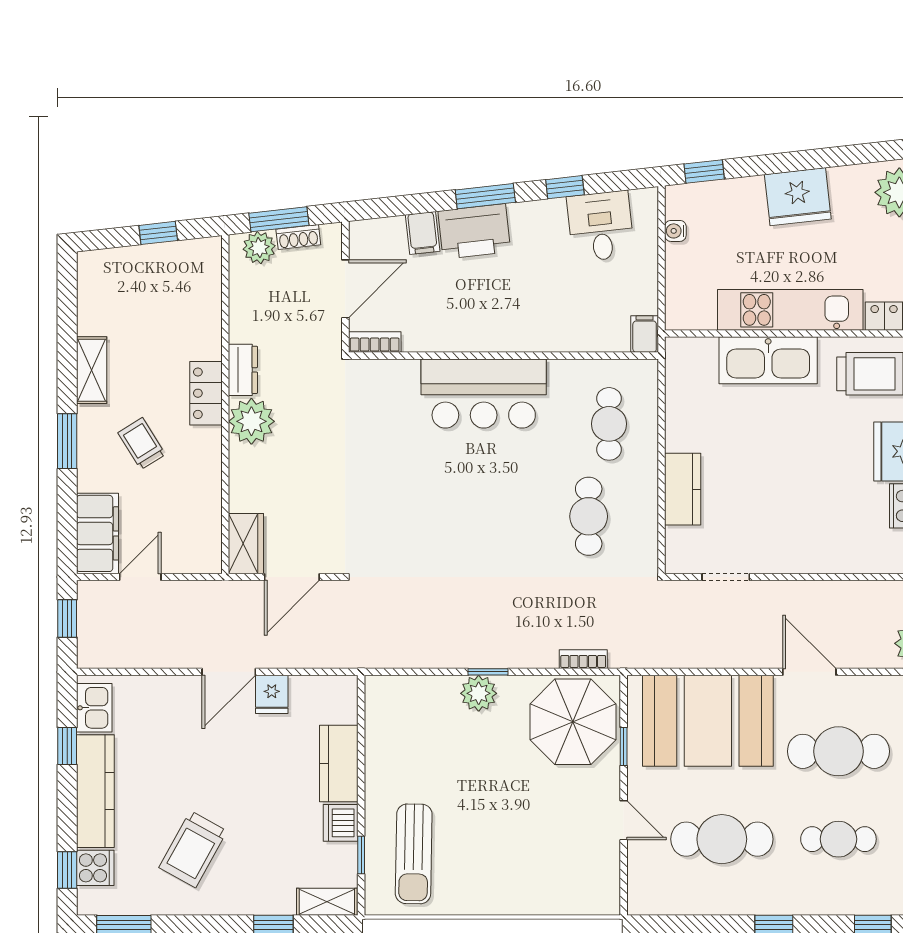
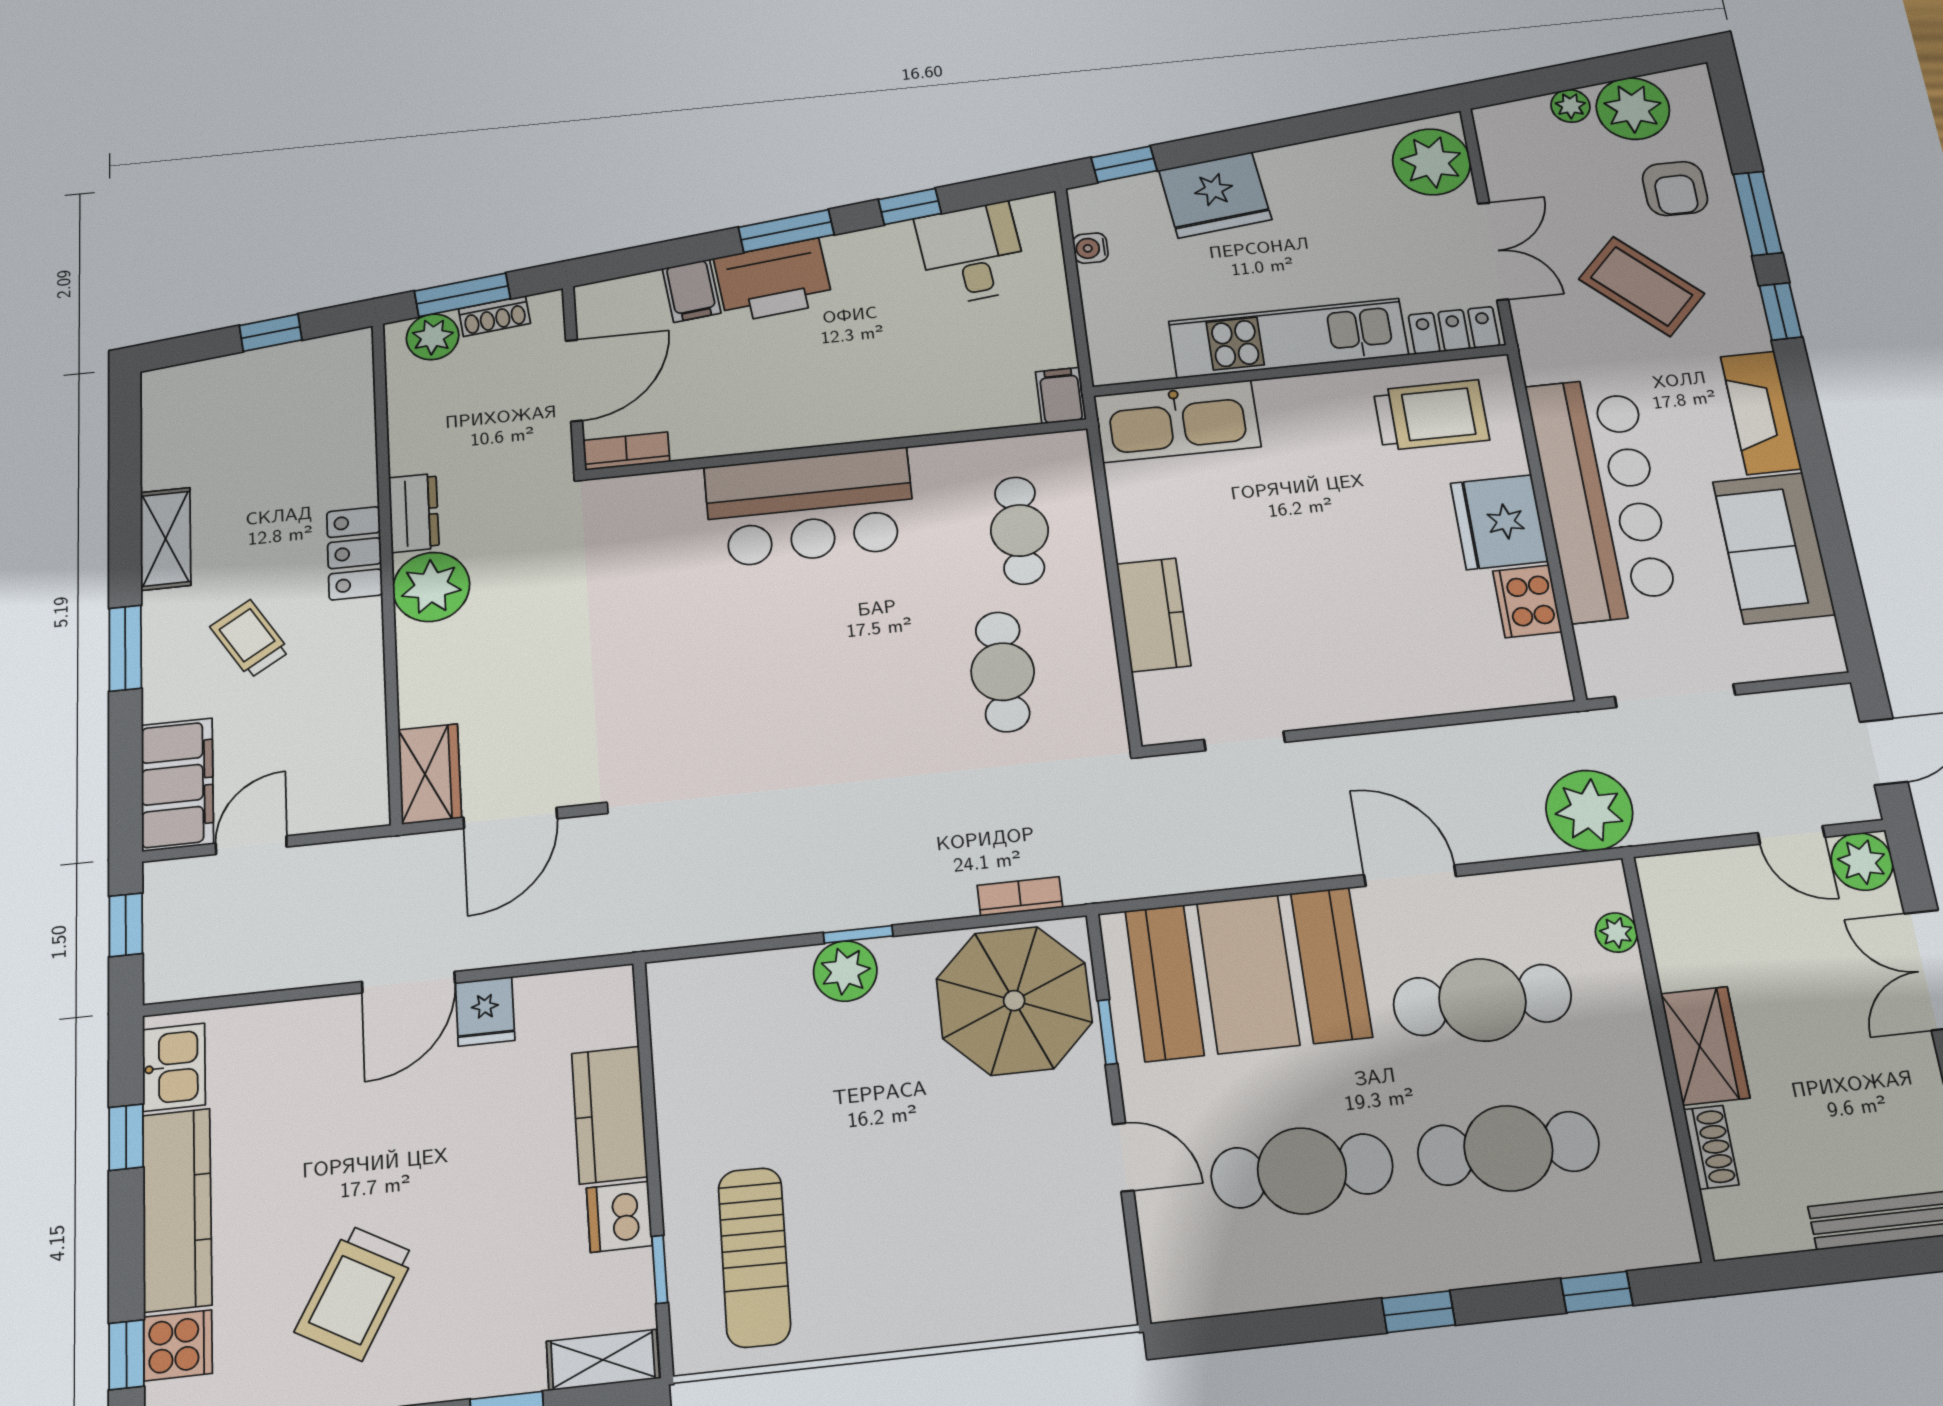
fridge: (798, 197) -> (1215, 195), moved
kitchen sink: (768, 360) -> (1177, 421), moved
cafe table: (838, 839) -> (1508, 1148), width x1.37, depth x1.35

